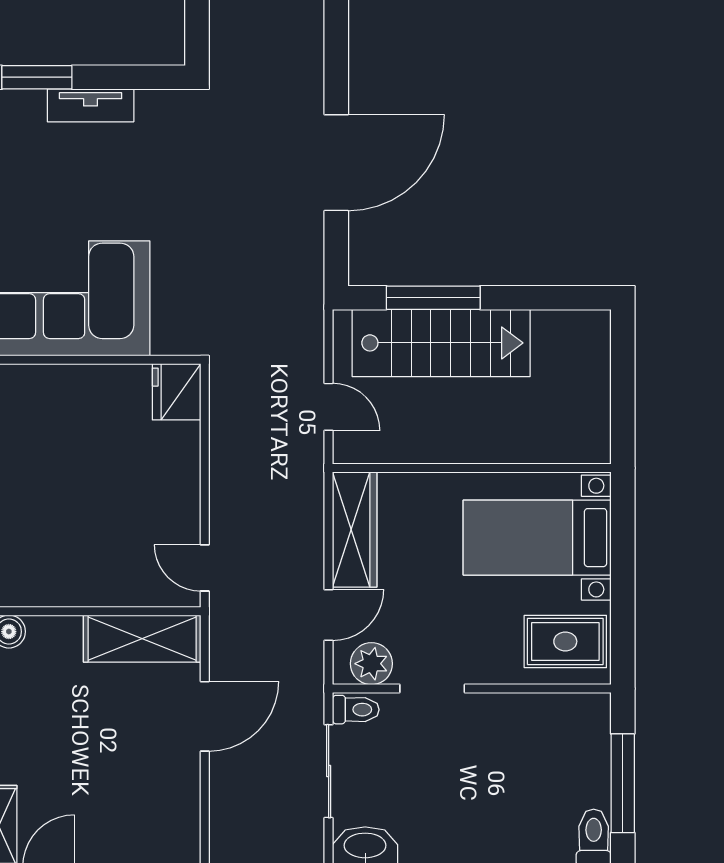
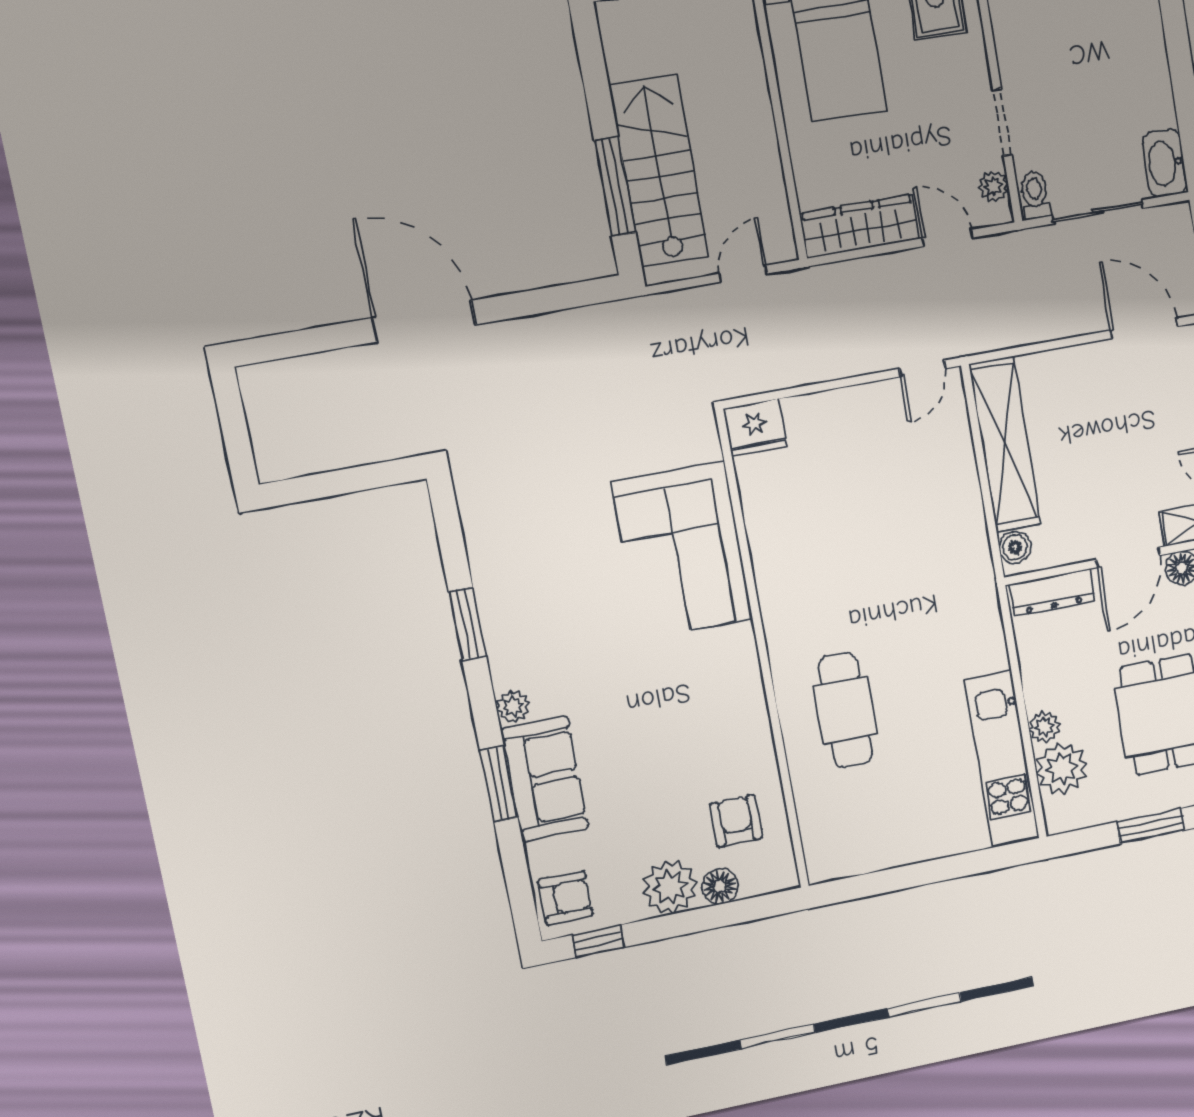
tv unit: (91, 105) -> (485, 565), removed
door: (336, 163) -> (424, 321), moved
shelving: (142, 639) -> (1005, 444), width x1.47
plant: (371, 664) -> (994, 186), width x0.73, depth x0.73
door: (205, 716) -> (1144, 328), moved

